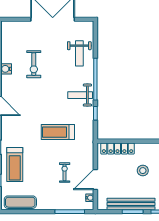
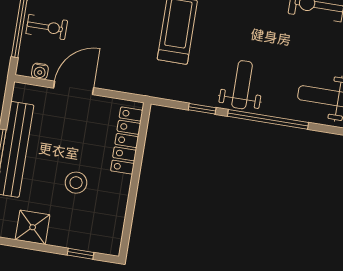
exercise bike: (65, 172) -> (47, 27), moved
door: (95, 179) -> (74, 88), hinge flipped

